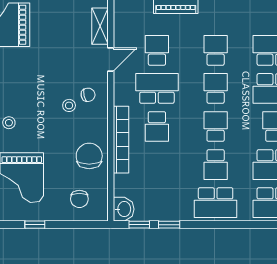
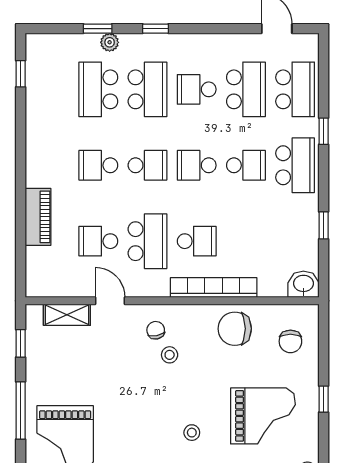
school desk: (157, 88) -> (148, 241), turned 180
school desk: (216, 88) -> (148, 165), turned 180
chair: (79, 199) -> (290, 341), turned 90
window: (139, 225) -> (324, 131), moved

